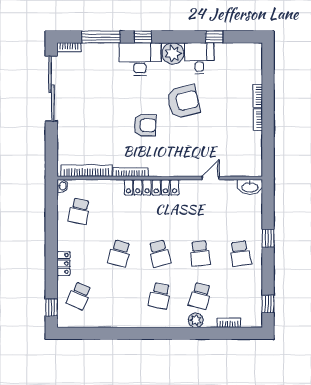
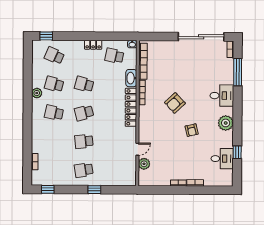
window: (143, 37) -> (237, 102), removed
desk: (199, 58) -> (222, 159), moved
desk: (140, 59) -> (222, 96), width x0.73
armchair: (183, 101) -> (192, 130), width x0.53, depth x0.53
armchair: (145, 125) -> (175, 103), turned 47
plant: (231, 168) -> (144, 164), added
door: (211, 178) -> (137, 149), hinge flipped
washbasin: (250, 187) -> (131, 78), moved
locker: (64, 264) -> (93, 45), moved
school desk: (200, 296) -> (54, 84), moved
plant: (196, 320) -> (37, 93), moved

